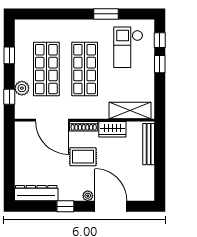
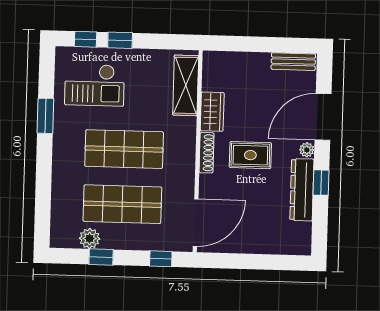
plant: (22, 88) -> (90, 238), moved
door: (52, 120) -> (196, 223), moved
bench: (149, 144) -> (293, 62), moved, width x0.73
rug: (83, 157) -> (250, 155), turned 90
dresser: (36, 193) -> (302, 190), moved

